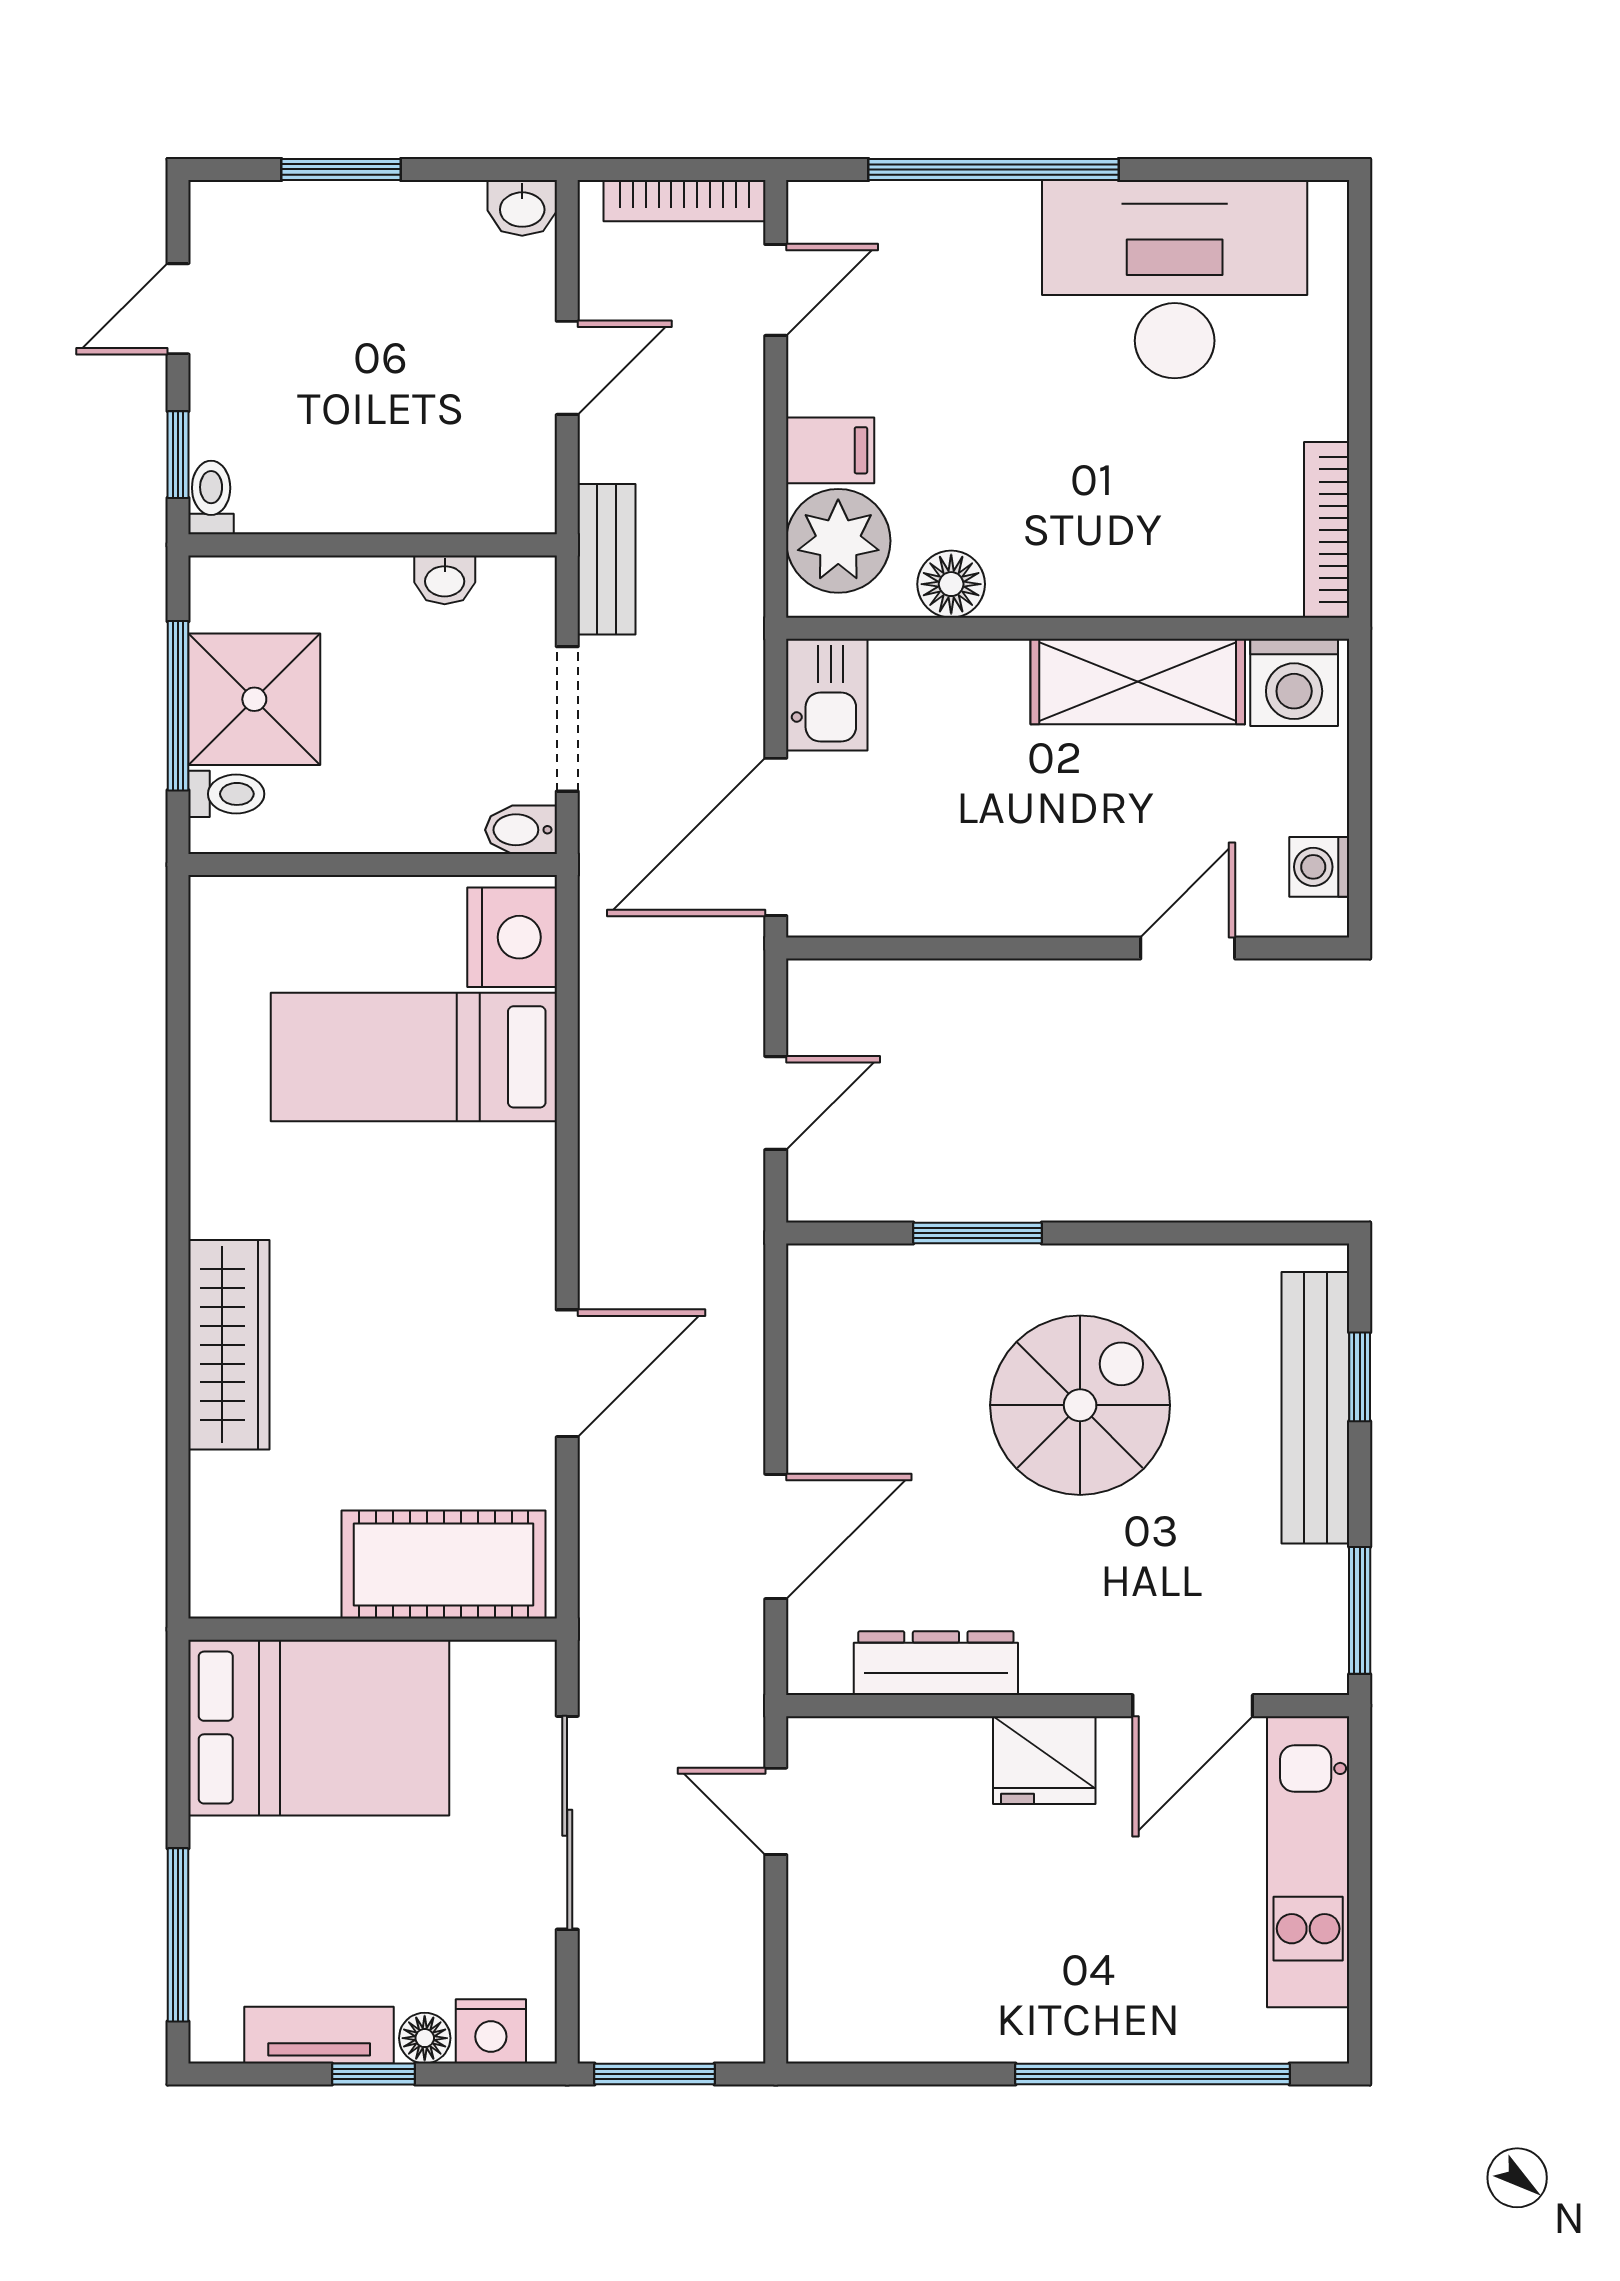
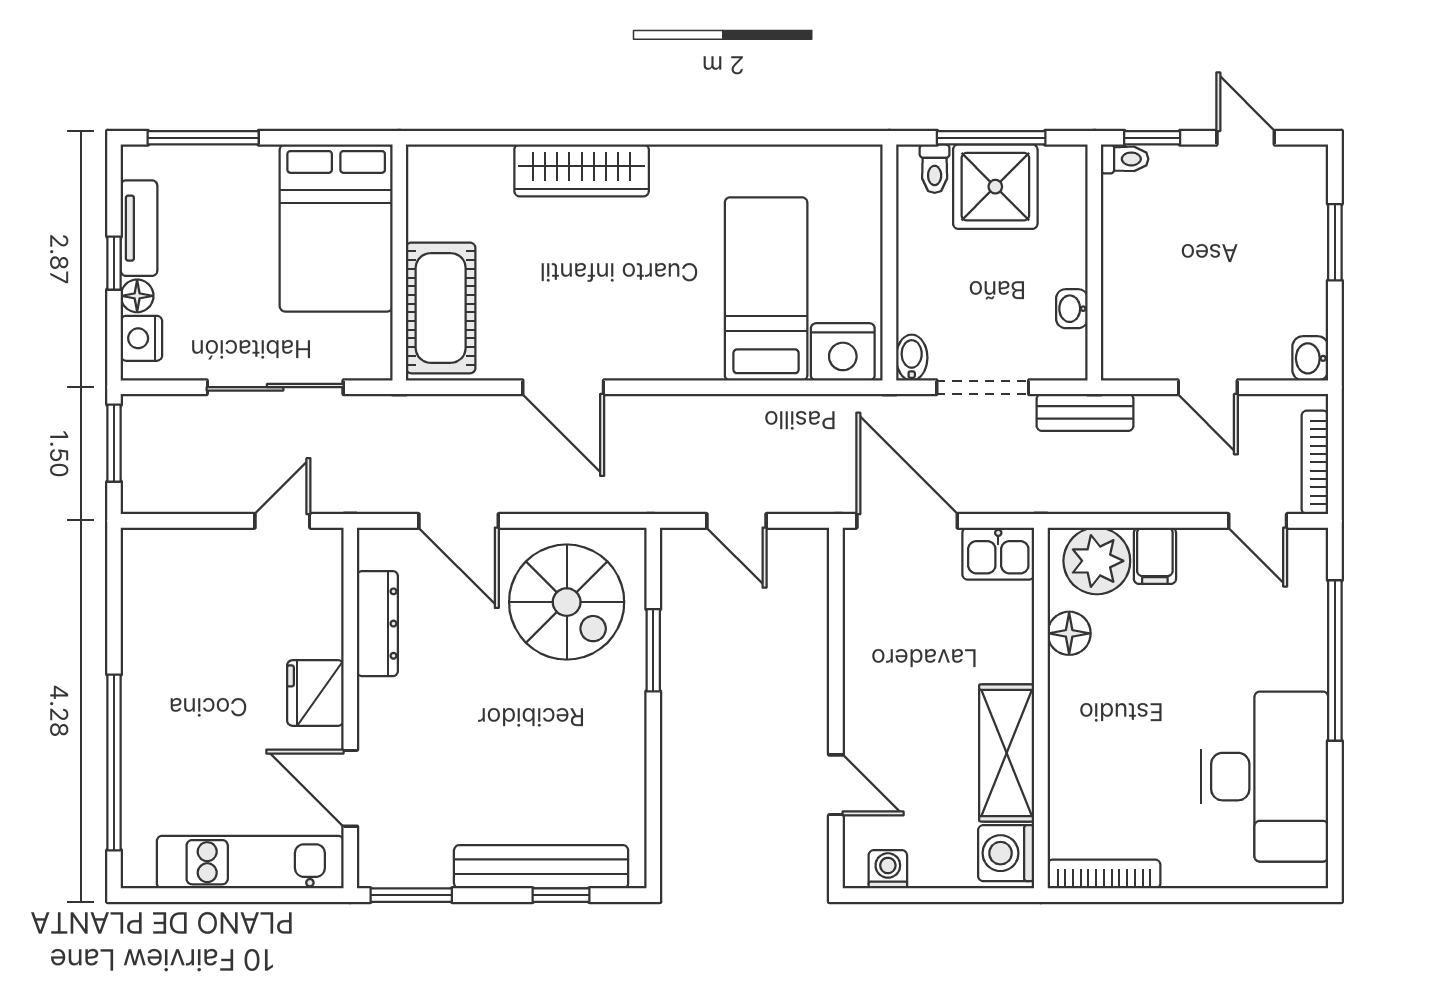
spiral stairs: (1080, 1405) -> (567, 602), moved

